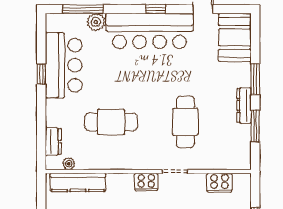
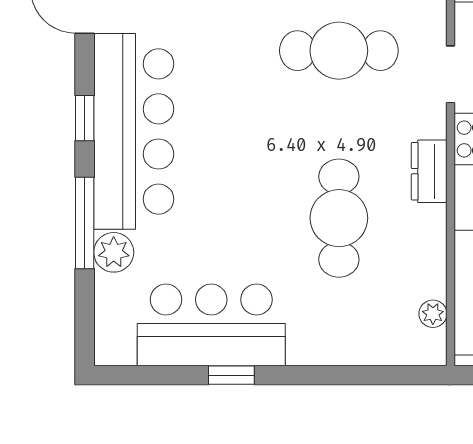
window: (83, 9) -> (85, 223), moved
dresser: (53, 141) -> (429, 171), moved, turned -90

